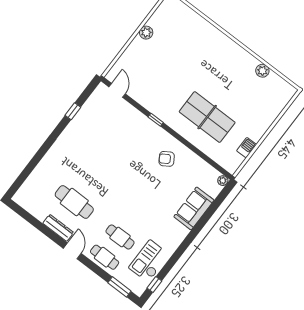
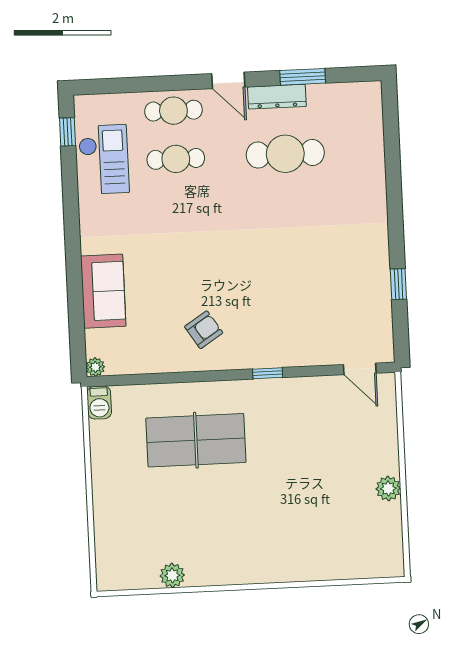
barbecue: (247, 148) -> (99, 403), moved
window: (119, 287) -> (303, 77), moved

